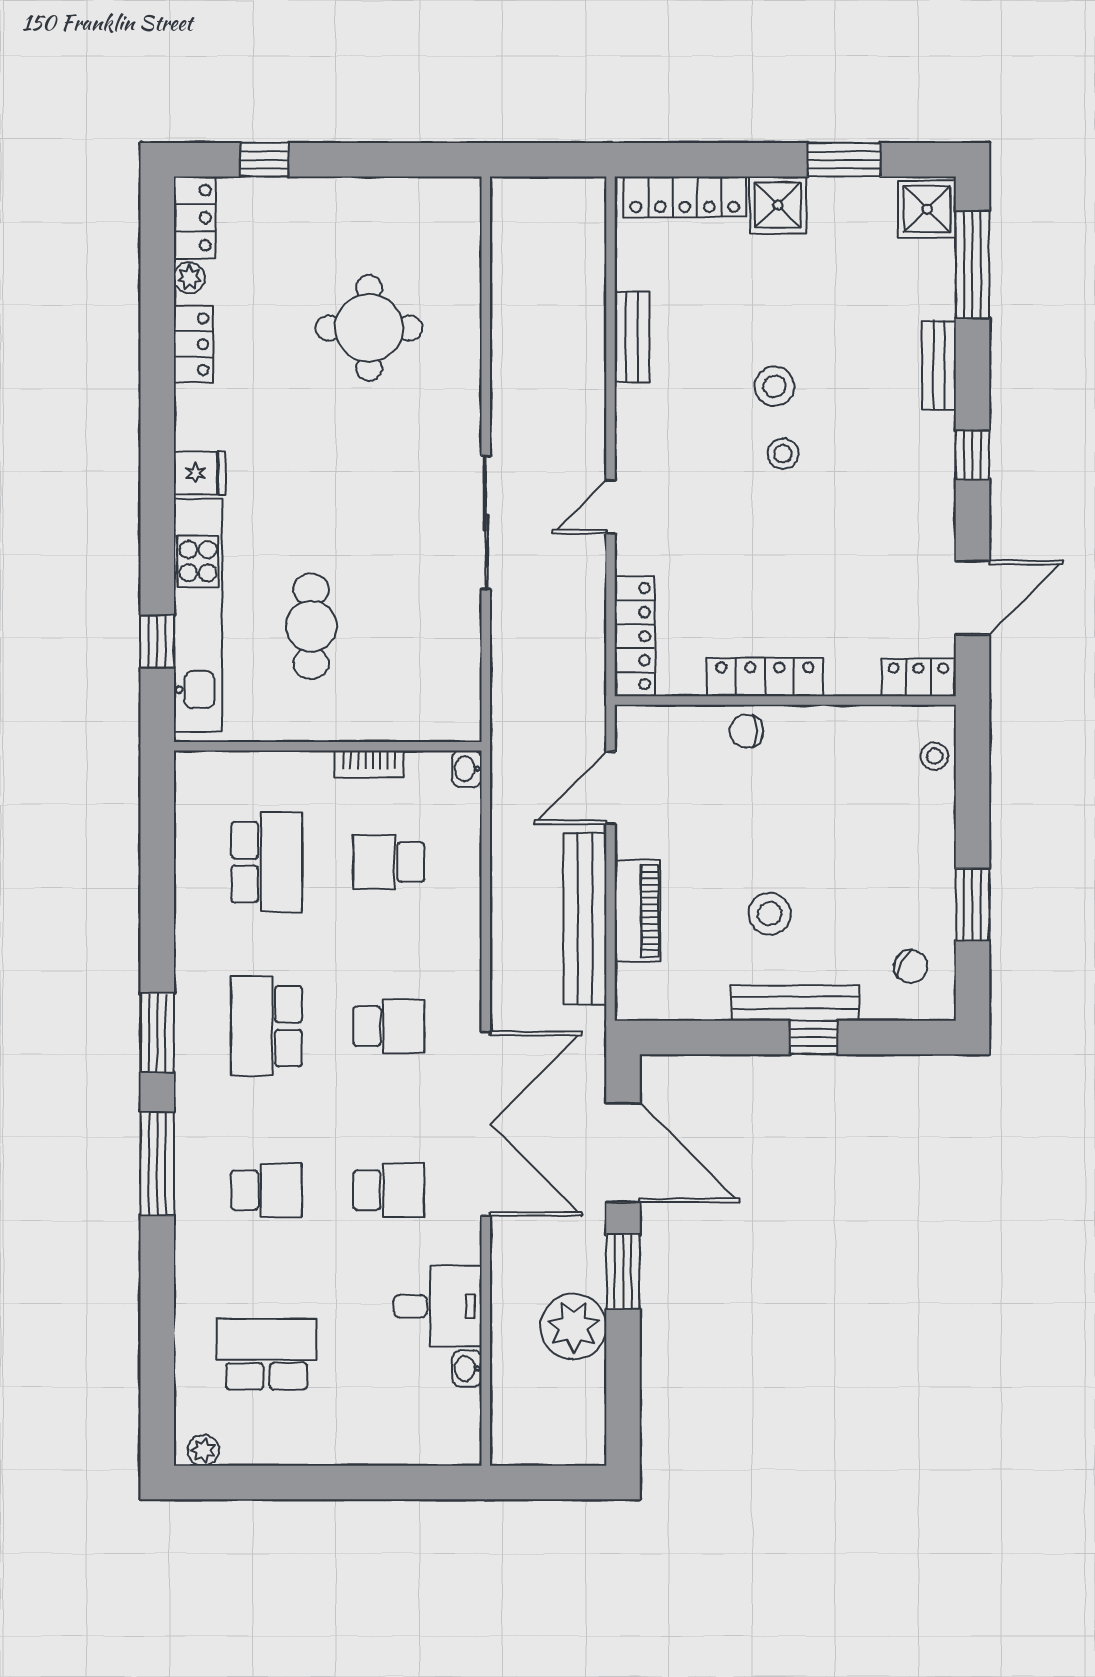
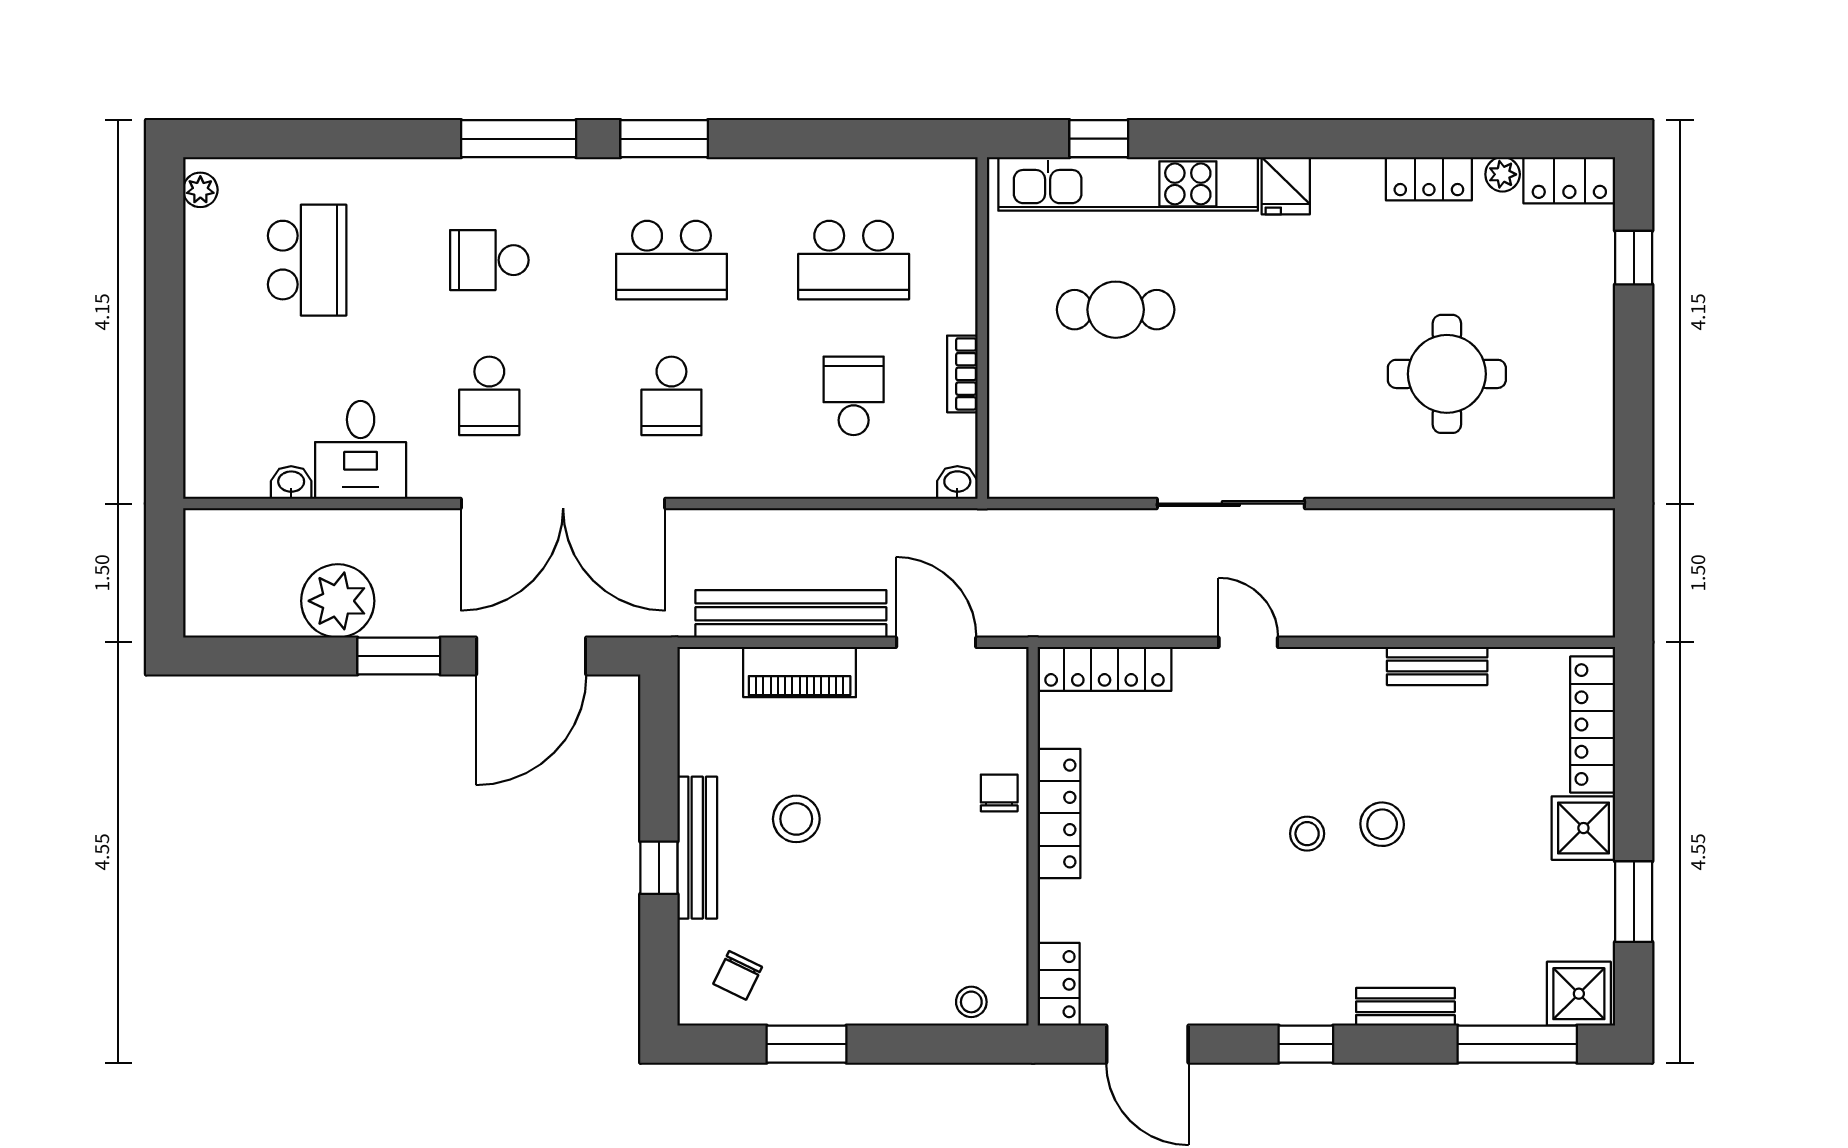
school desk: (267, 1026) -> (671, 260), turned 180
school desk: (267, 1190) -> (489, 260), turned 90

